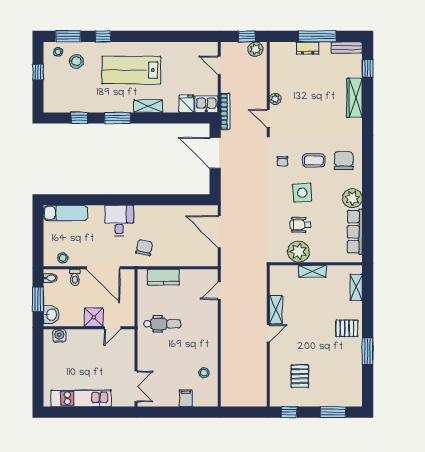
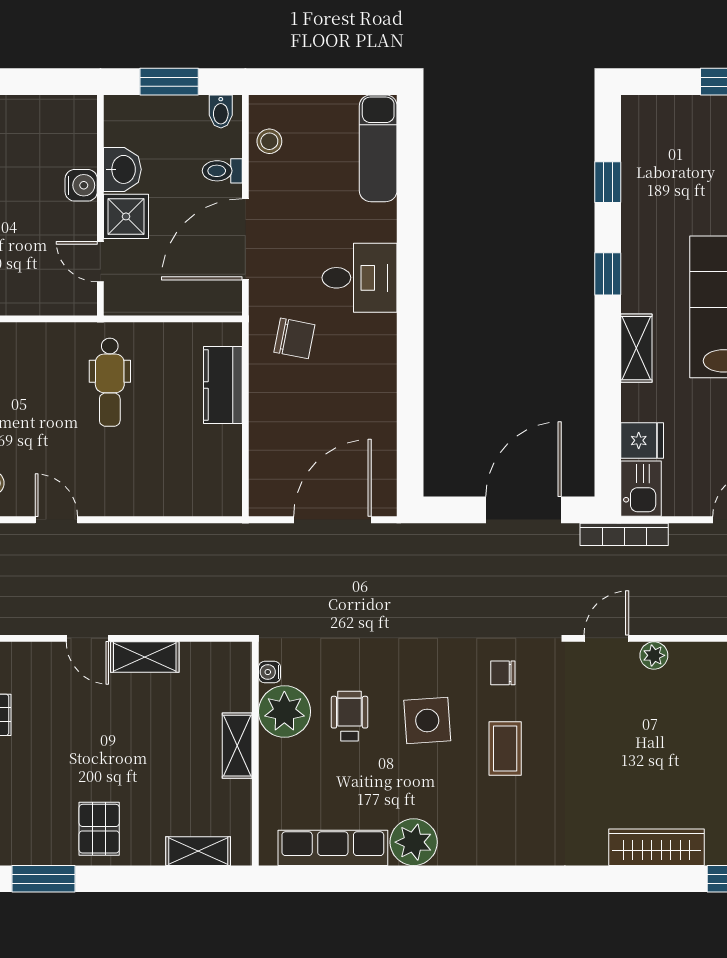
window: (118, 118) -> (608, 274), width x0.67
chair: (344, 161) -> (505, 821), removed
water cooler: (282, 258) -> (270, 672), added
door: (219, 291) -> (56, 520), moved
washbasin: (51, 315) -> (122, 169), moved, turned -90
water cooler: (59, 336) -> (81, 185), moved

